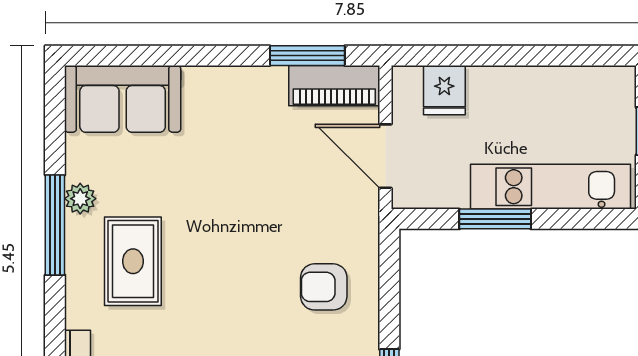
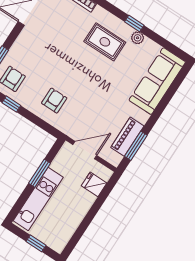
piano: (334, 86) -> (127, 137), moved
sofa: (123, 99) -> (157, 81), width x1.36
window: (55, 225) -> (134, 23), width x0.46

